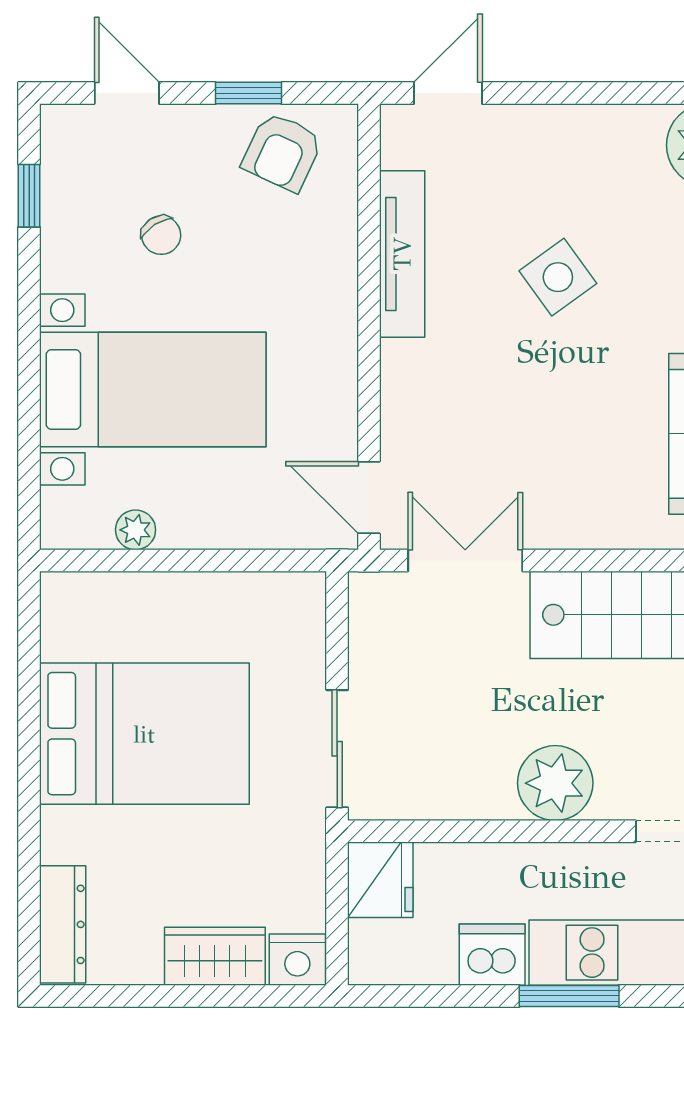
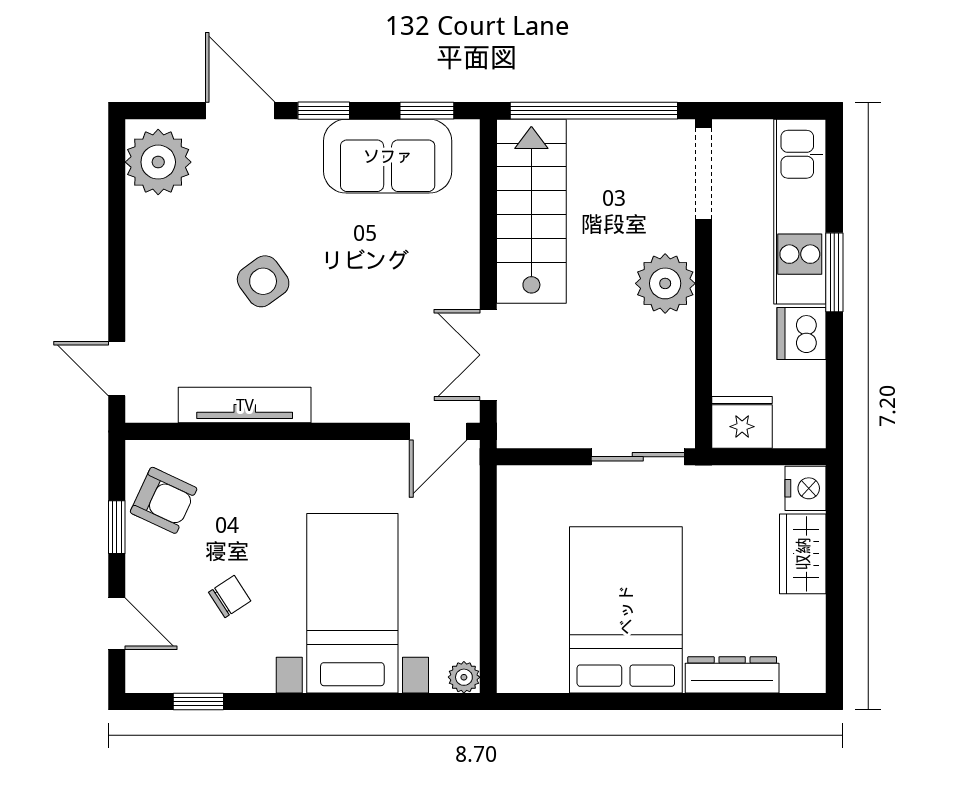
door: (127, 93) -> (117, 624), swing flipped
plant: (136, 530) -> (464, 677), moved
dresser: (63, 924) -> (732, 675), moved

